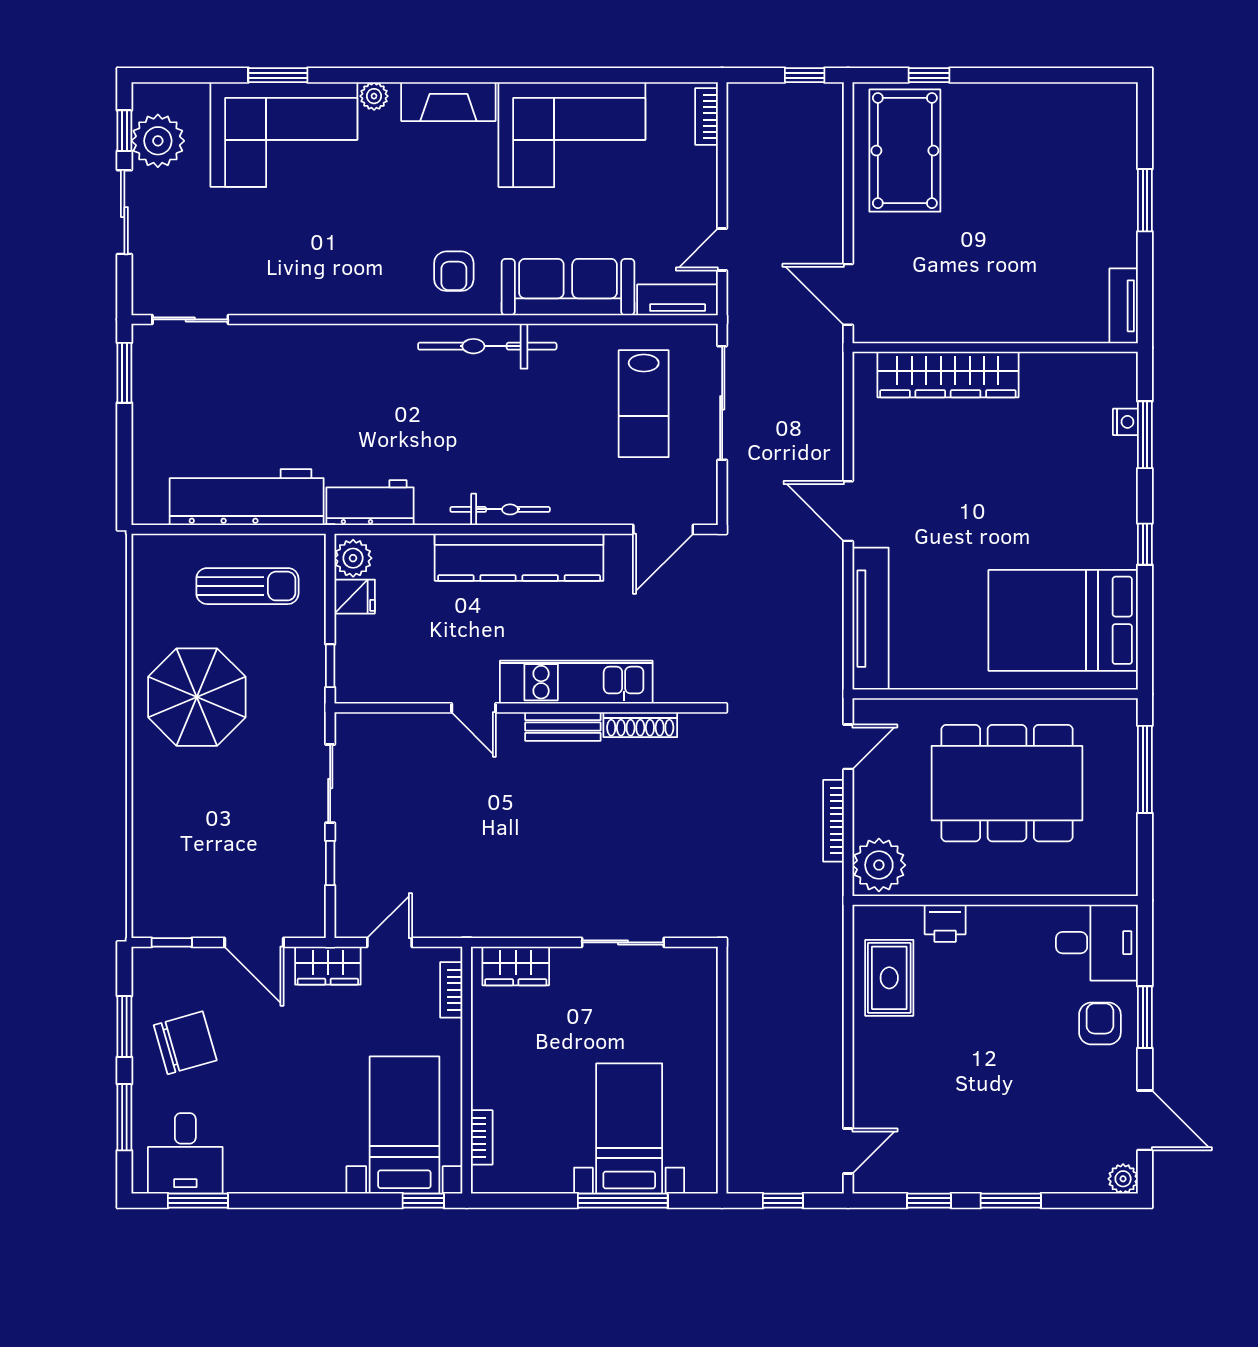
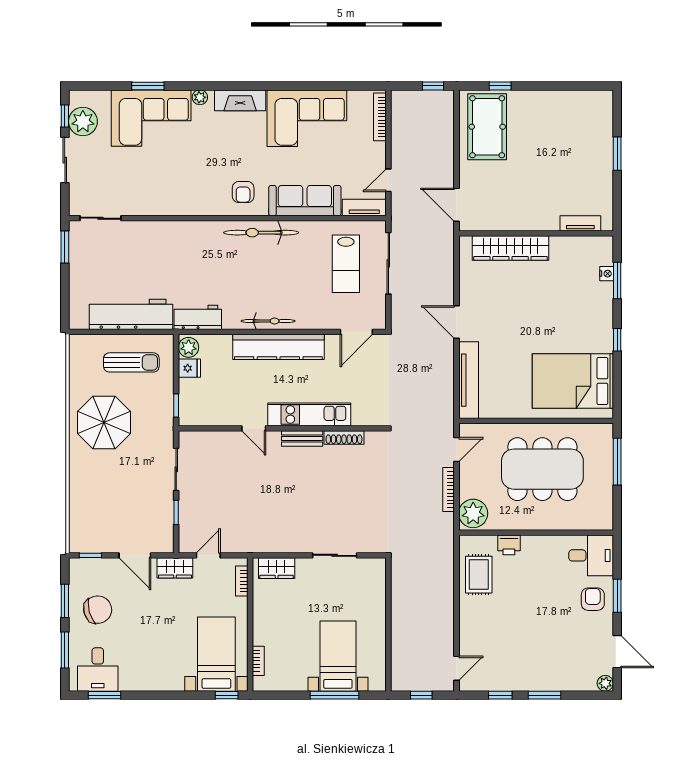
bookcase: (707, 117) -> (380, 117), width x1.56
tv unit: (1124, 306) -> (580, 223), moved, turned 90

